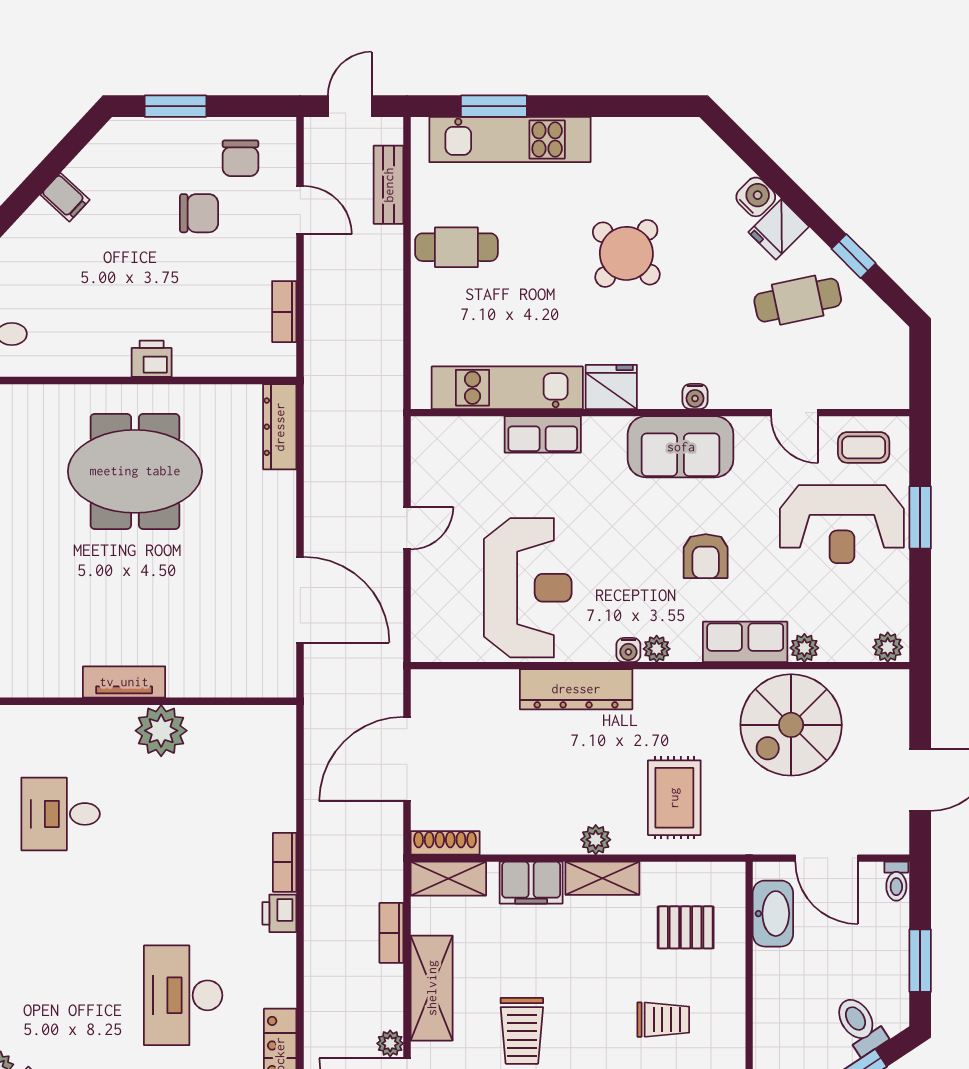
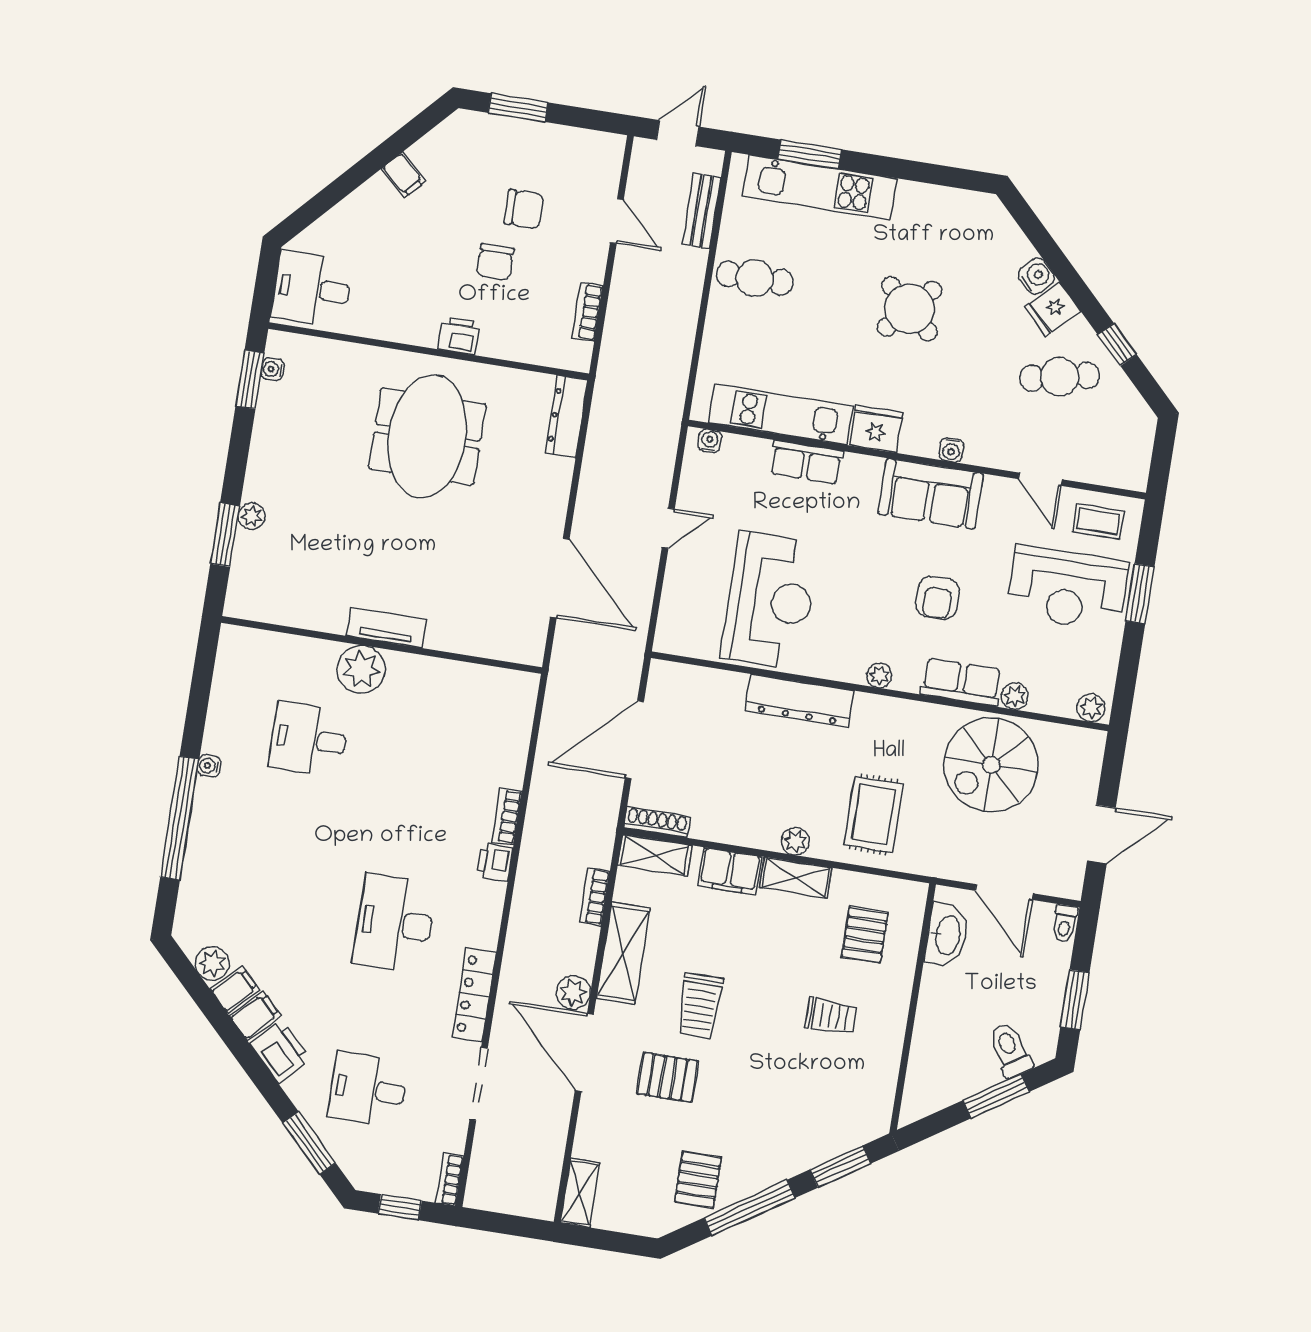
chair: (240, 158) -> (495, 262), moved
meeting table: (135, 471) -> (427, 436), turned 90
water cooler: (628, 650) -> (710, 441), moved, turned 180
plant: (161, 731) -> (361, 669), moved
pallet: (686, 927) -> (865, 935), turned 90
plant: (390, 1043) -> (573, 993), width x1.38, depth x1.38

